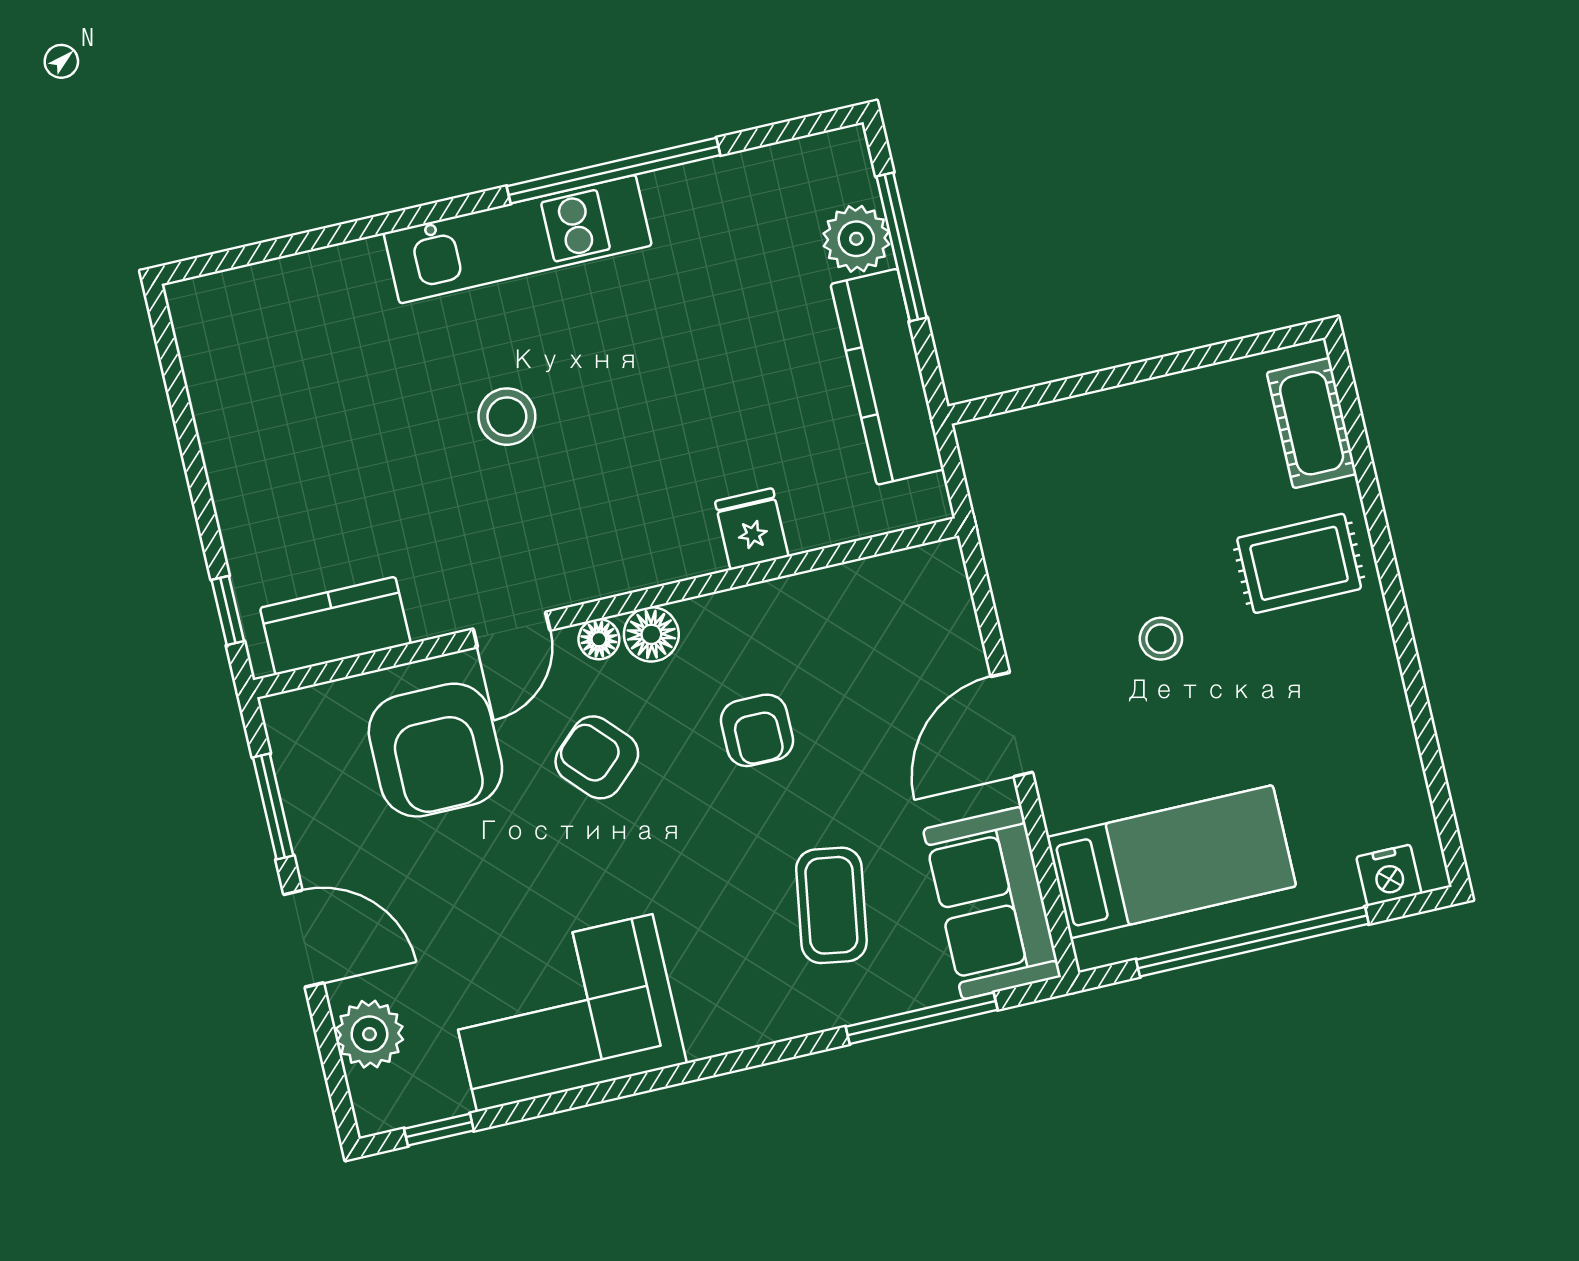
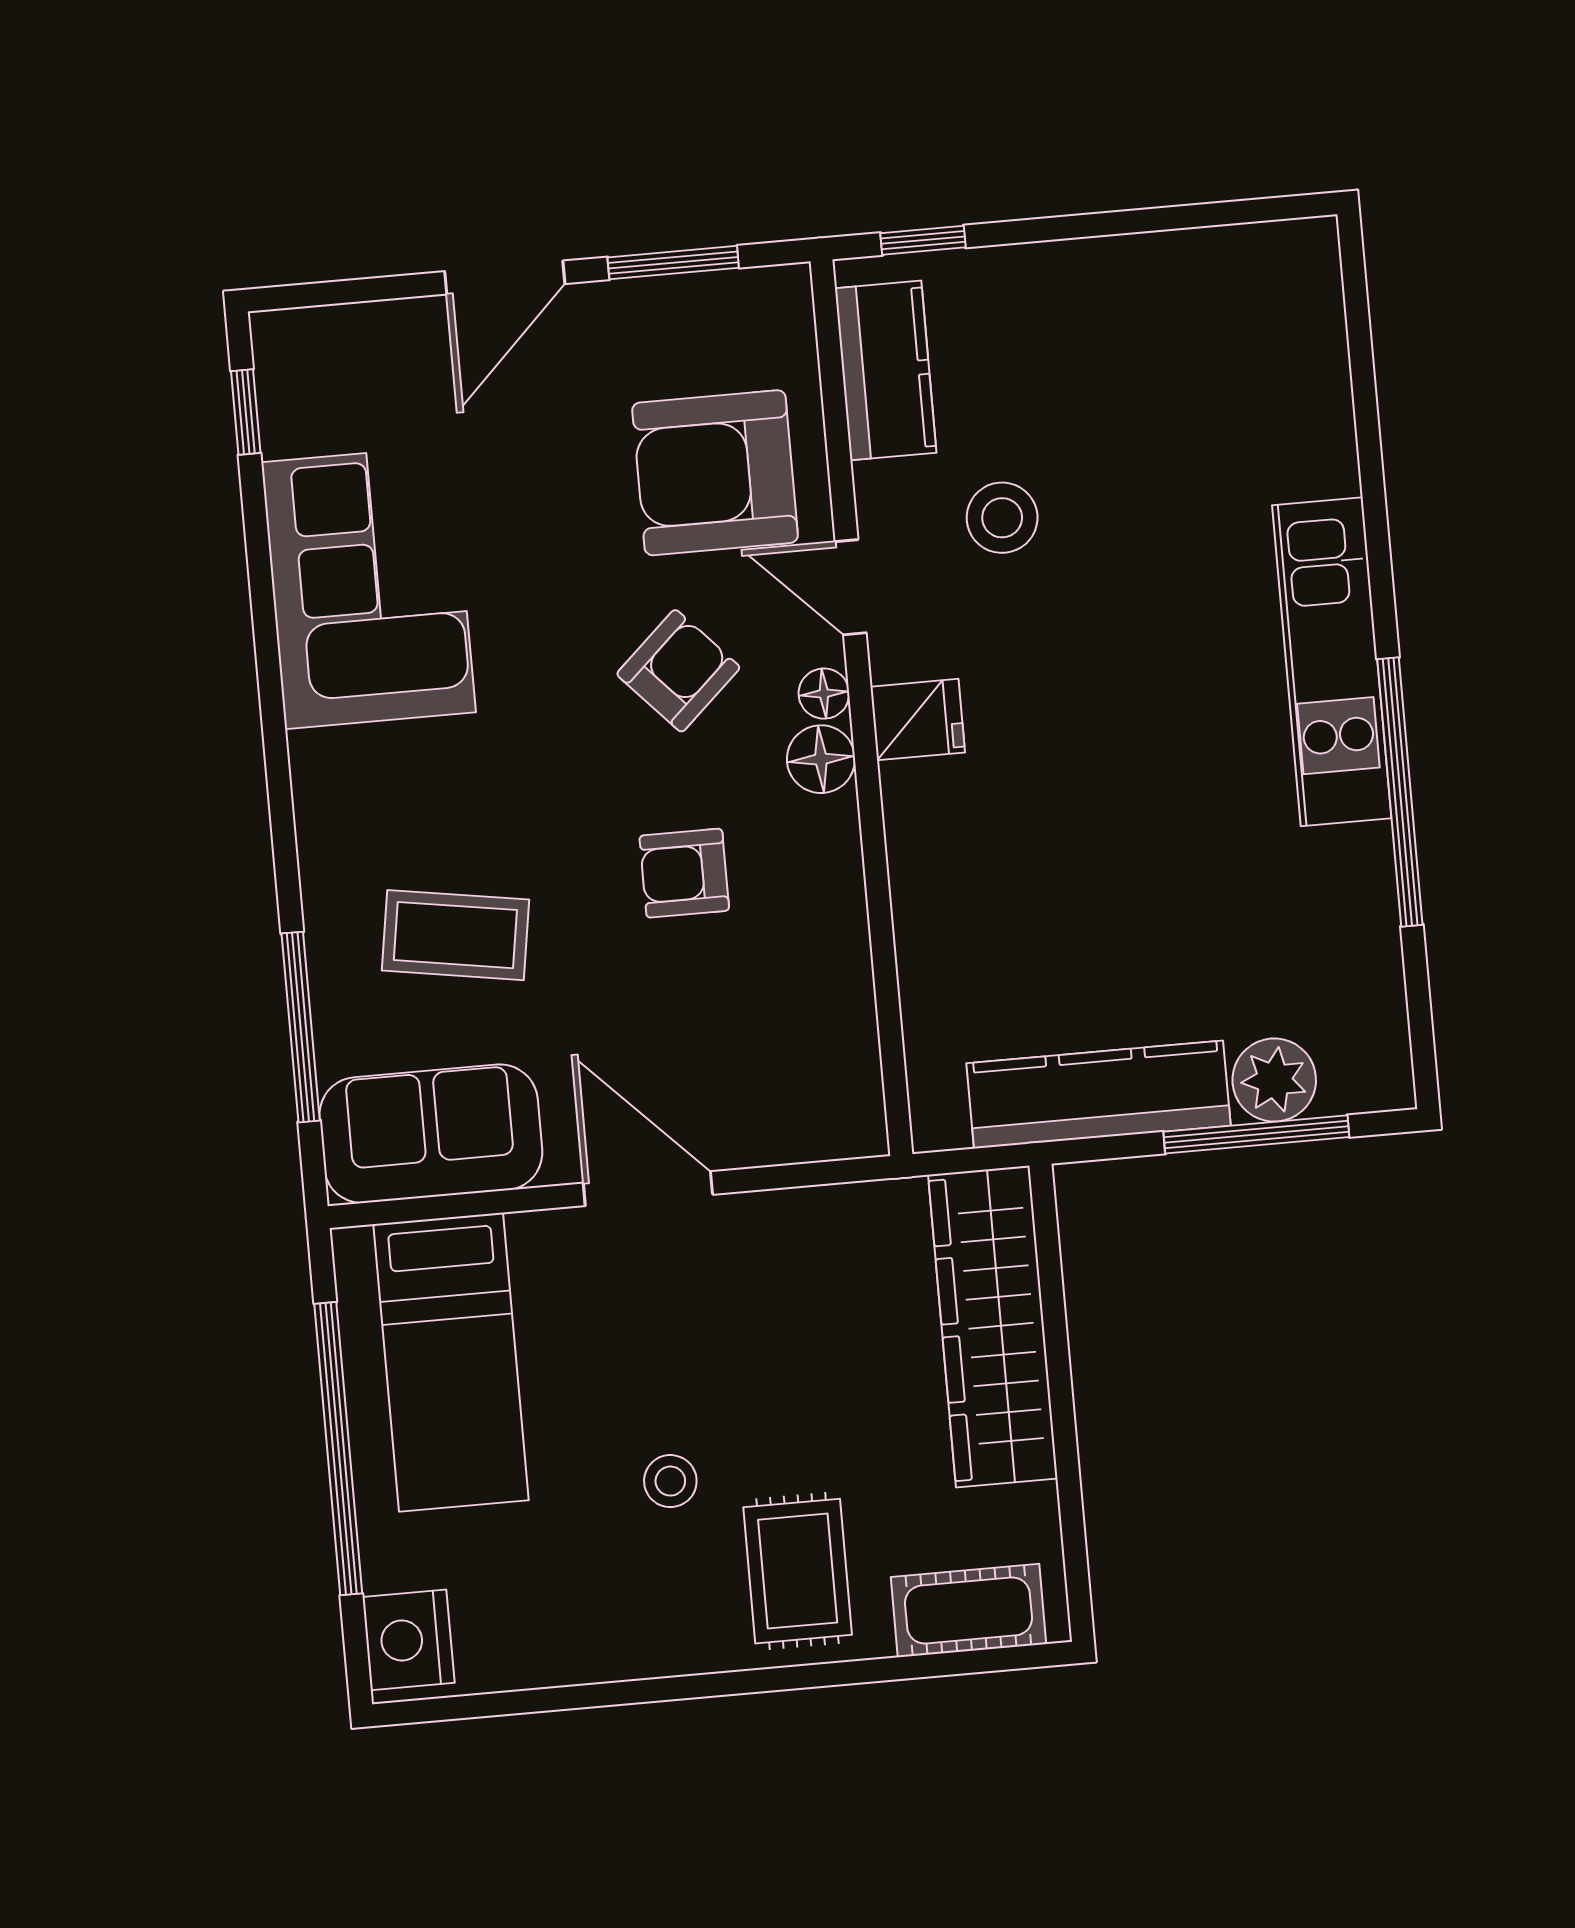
stool: (507, 417) -> (1002, 518), moved
wardrobe: (1083, 435) -> (993, 1327), added
fridge: (752, 529) -> (918, 720), moved
stool: (1161, 639) -> (670, 1481), moved
nightstand: (1389, 875) -> (408, 1640), width x1.36, depth x1.33
plant: (369, 1034) -> (376, 343), removed

